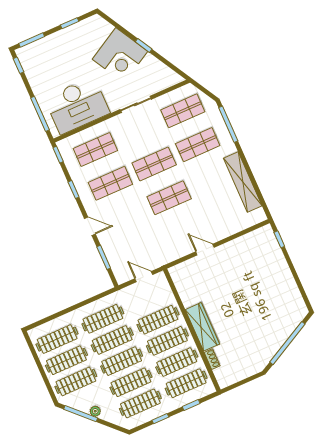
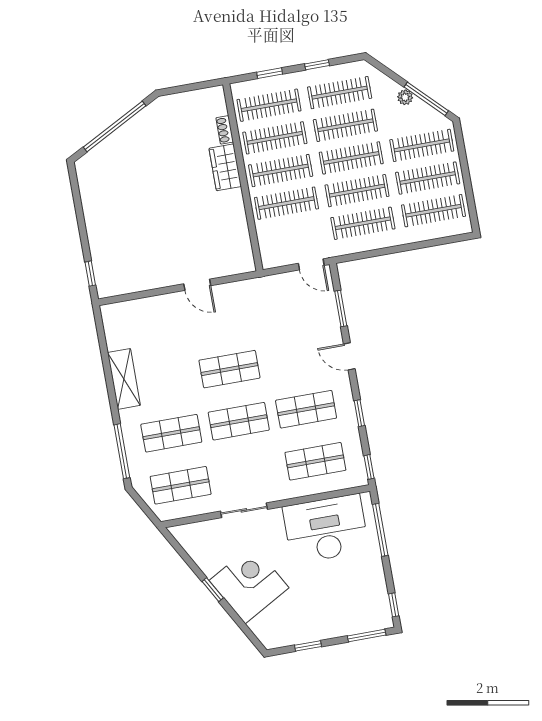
shelving: (243, 182) -> (124, 379), width x0.68
door: (144, 277) -> (311, 264), moved
wardrobe: (202, 327) -> (225, 167), width x0.67

